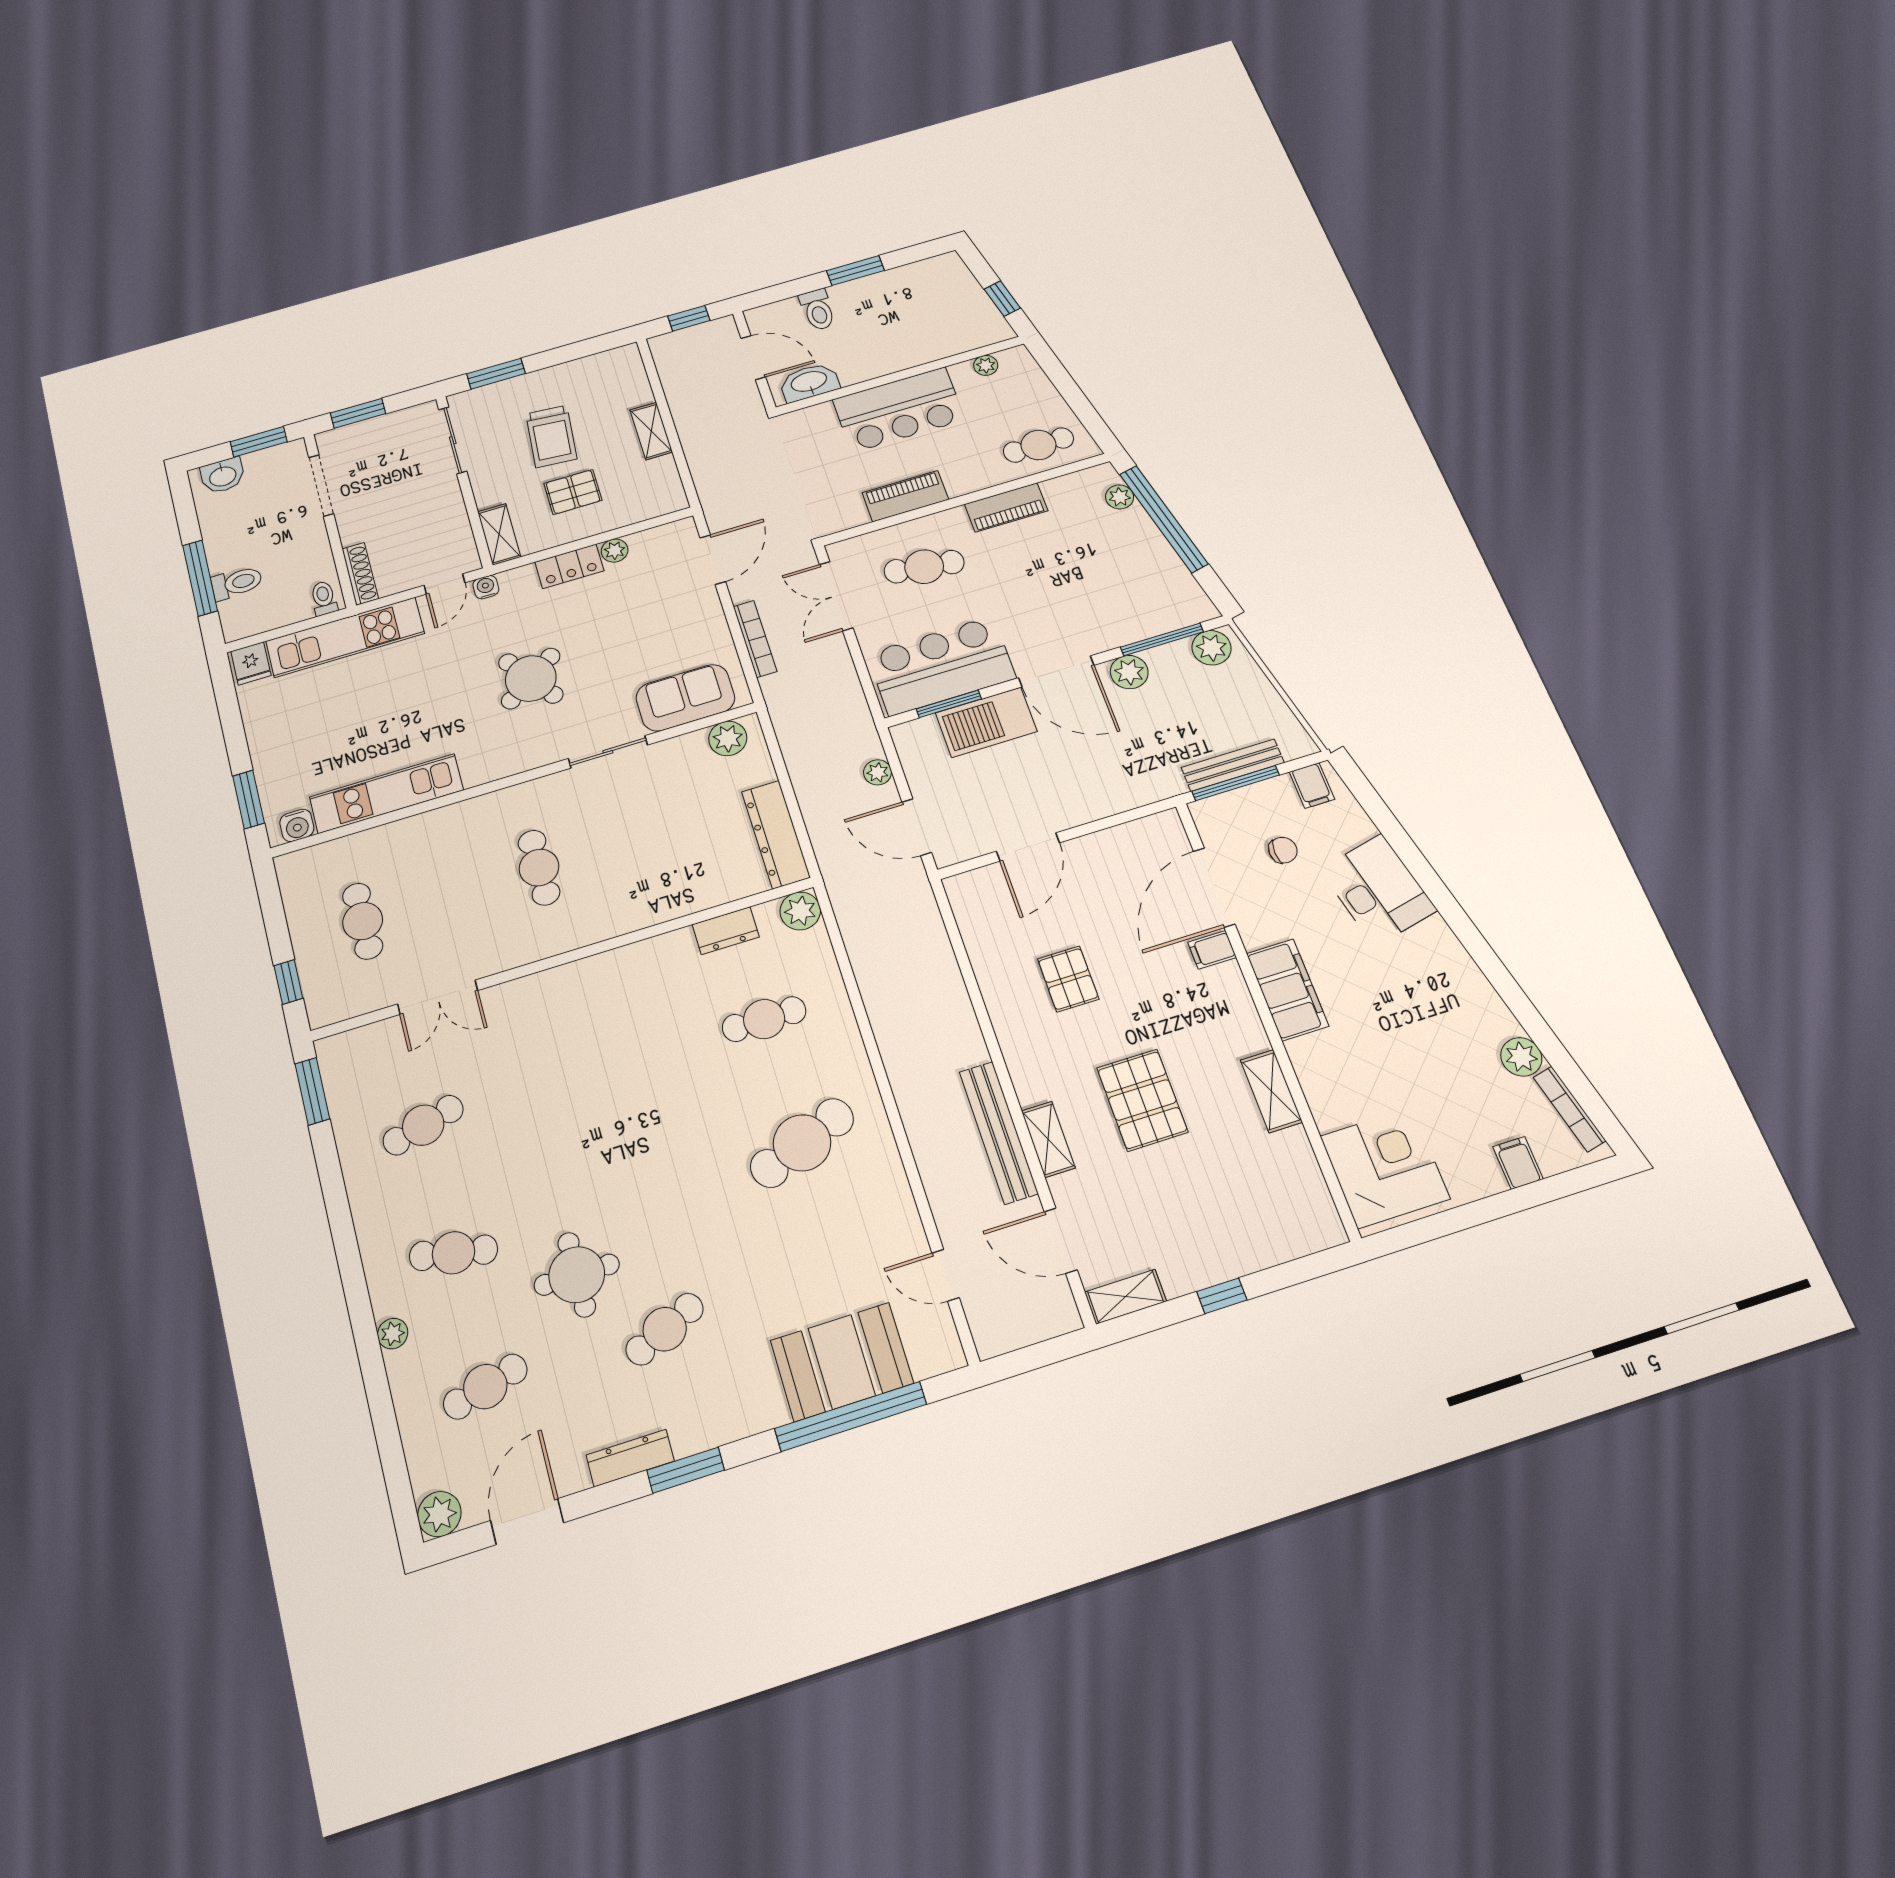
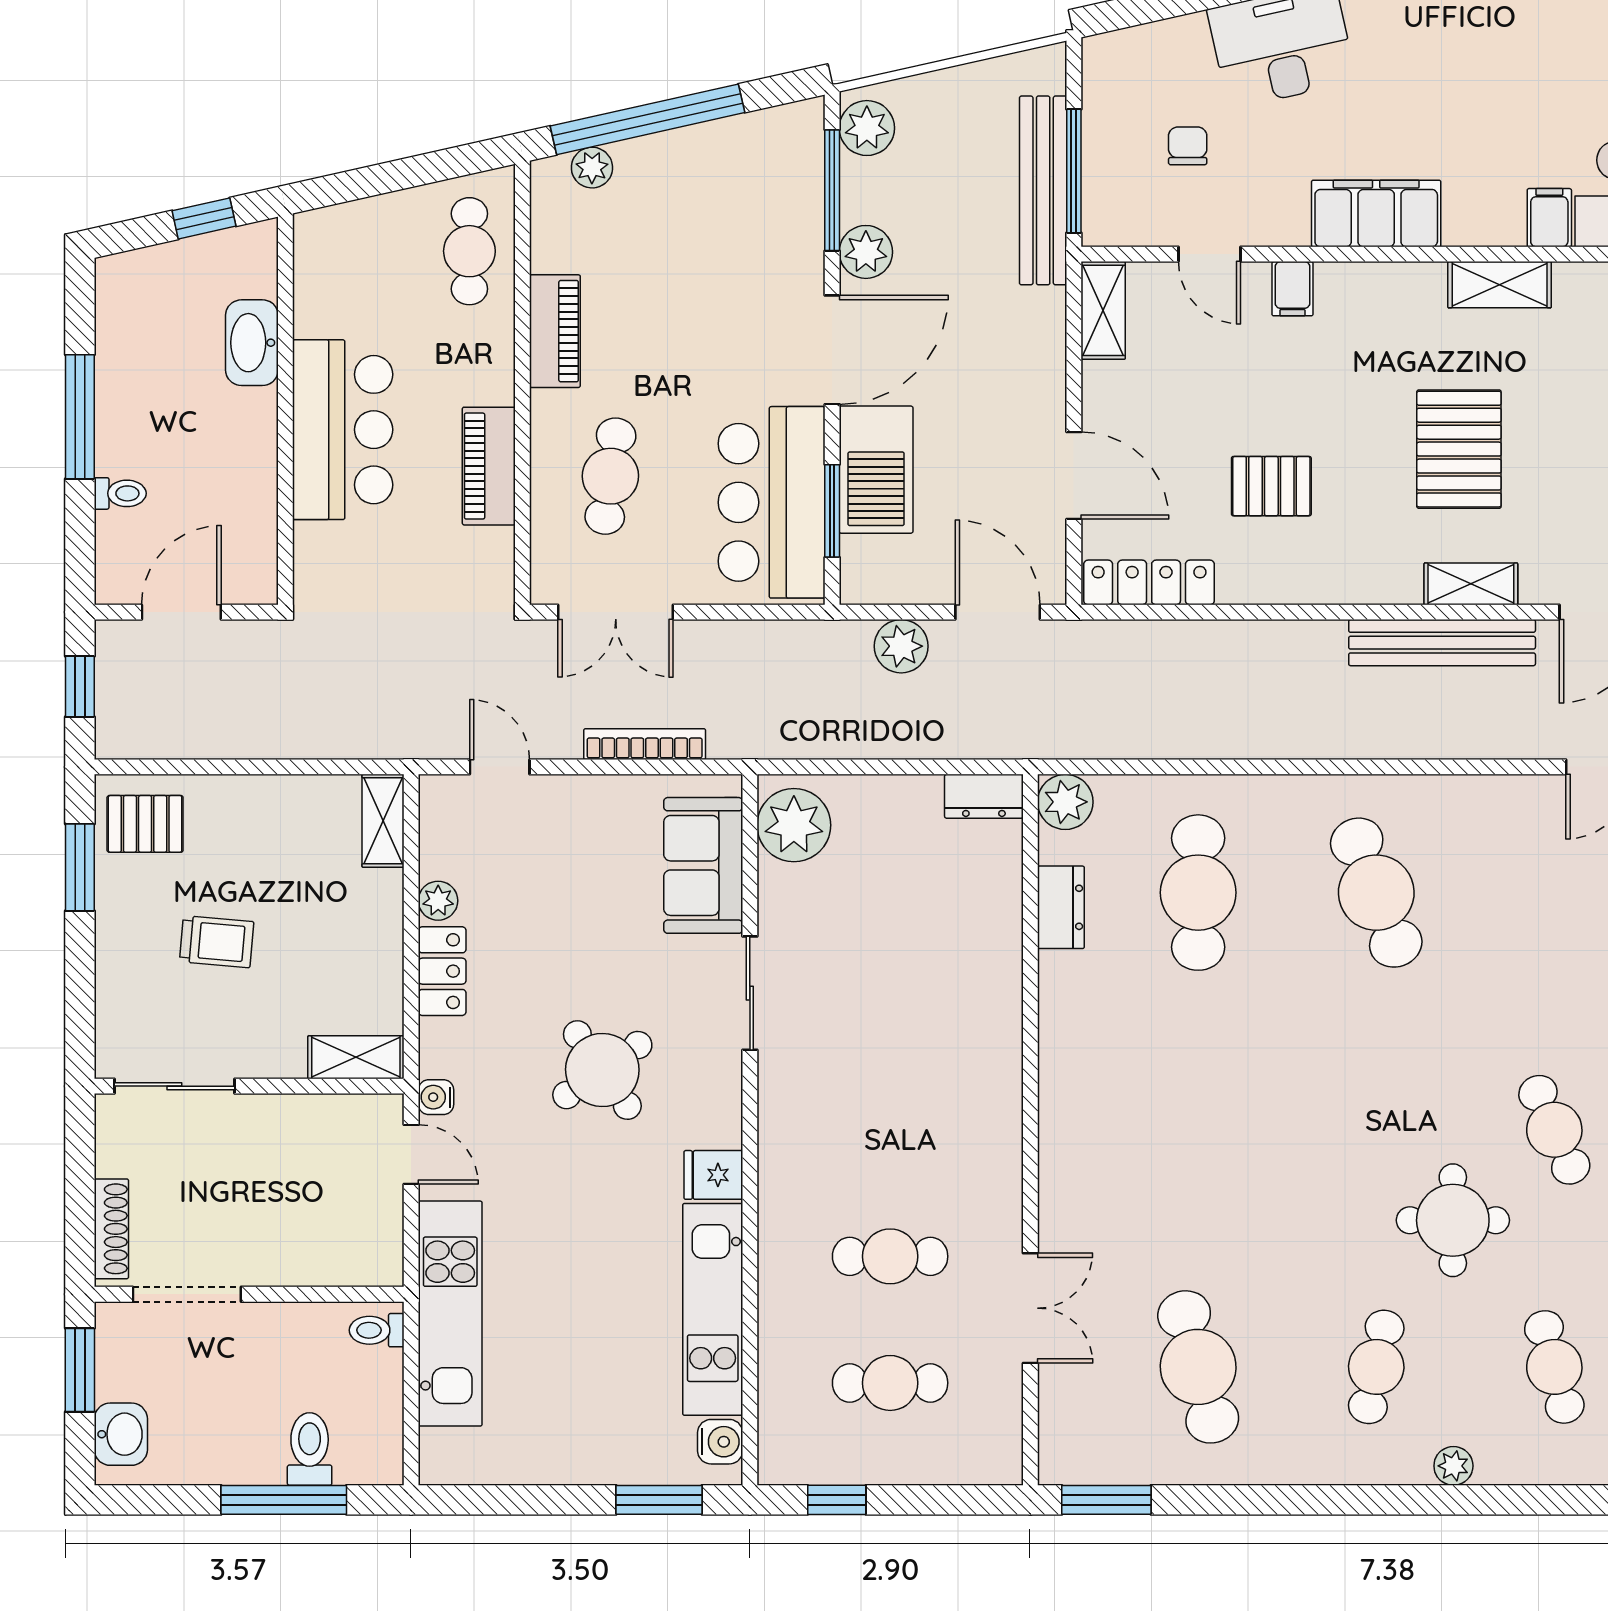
window: (855, 271) -> (80, 417), width x1.44
toilet: (818, 310) -> (120, 493), width x0.73, depth x0.72
plant: (986, 365) -> (311, 281), removed
window: (496, 374) -> (80, 867), moved
washbasin: (809, 382) -> (252, 343), moved
window: (358, 413) -> (80, 1214), removed
shelving: (651, 431) -> (383, 821), moved, turned 90
trolley: (551, 436) -> (217, 942), width x0.73, depth x0.72
pallet: (573, 492) -> (145, 824), moved, turned 90
door: (713, 560) -> (500, 767), width x0.73
shoe rack: (360, 574) -> (111, 1229), moved, turned 90
fridge: (251, 663) -> (713, 1175), moved, turned 180
plant: (728, 738) -> (794, 825), width x1.36, depth x1.36
bench: (1233, 765) -> (1043, 190), width x1.37, depth x1.21
plant: (878, 772) -> (901, 646), width x1.38, depth x1.38
filing cabinet: (1312, 786) -> (1549, 218), moved, turned -90
door: (917, 827) -> (998, 612), swing flipped
shelving: (1148, 831) -> (1103, 310), added
dresser: (776, 834) -> (984, 796), width x0.51, depth x0.80
cafe table: (539, 868) -> (890, 1256), moved
door: (1214, 888) -> (1209, 254), width x0.53
locker: (972, 919) -> (1149, 582), added
window: (288, 982) -> (837, 1500), moved
cafe table: (764, 1019) -> (1198, 893), width x1.37, depth x1.35
pallet: (1142, 1100) -> (1459, 449), turned 90
cafe table: (423, 1125) -> (1198, 1367), width x1.37, depth x1.35

